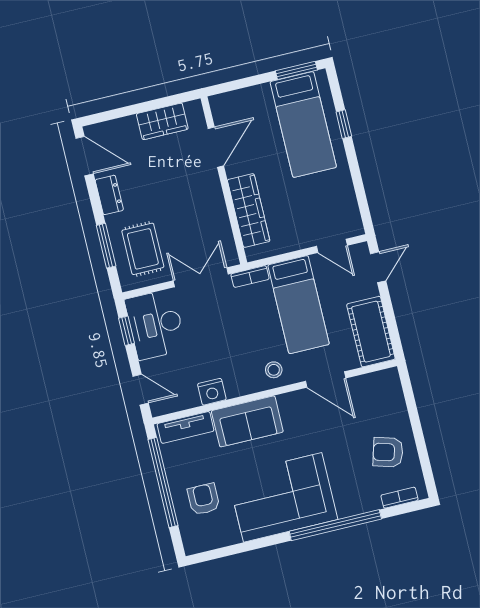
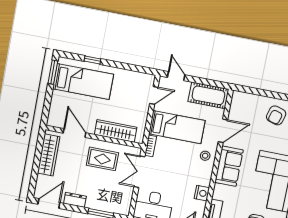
wardrobe: (162, 121) -> (49, 155), width x1.50
rug: (143, 249) -> (102, 159), moved
sofa: (247, 421) -> (229, 166), moved

